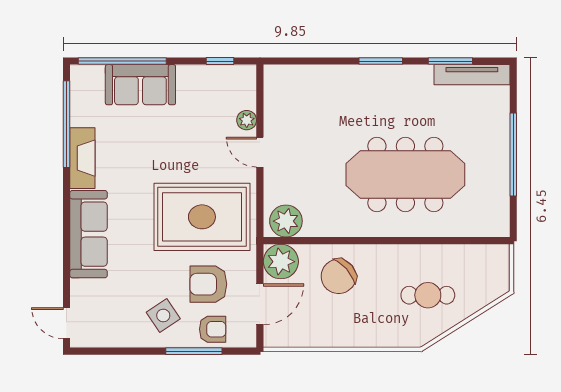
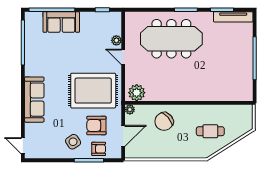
fireplace: (82, 158) -> (31, 60), removed
meeting table: (405, 174) -> (171, 39), moved
plant: (281, 262) -> (130, 110), width x0.53, depth x0.53

